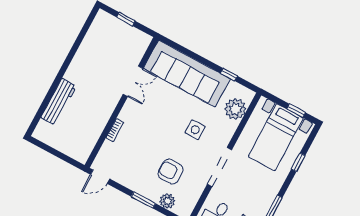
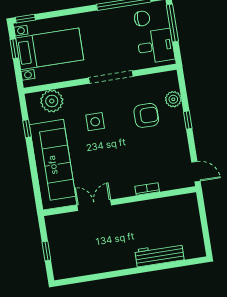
window: (298, 162) -> (25, 19), moved
armchair: (171, 171) -> (146, 115), turned -90
window: (143, 200) -> (188, 120), width x0.67

